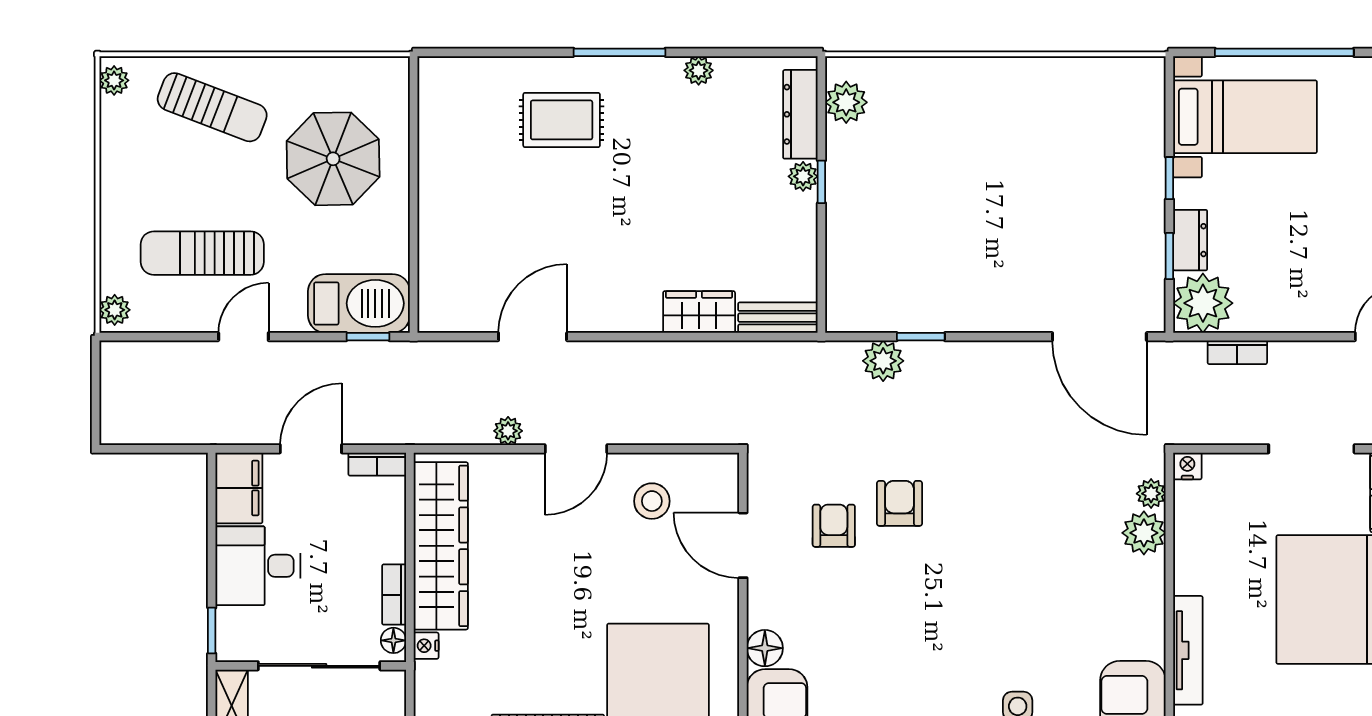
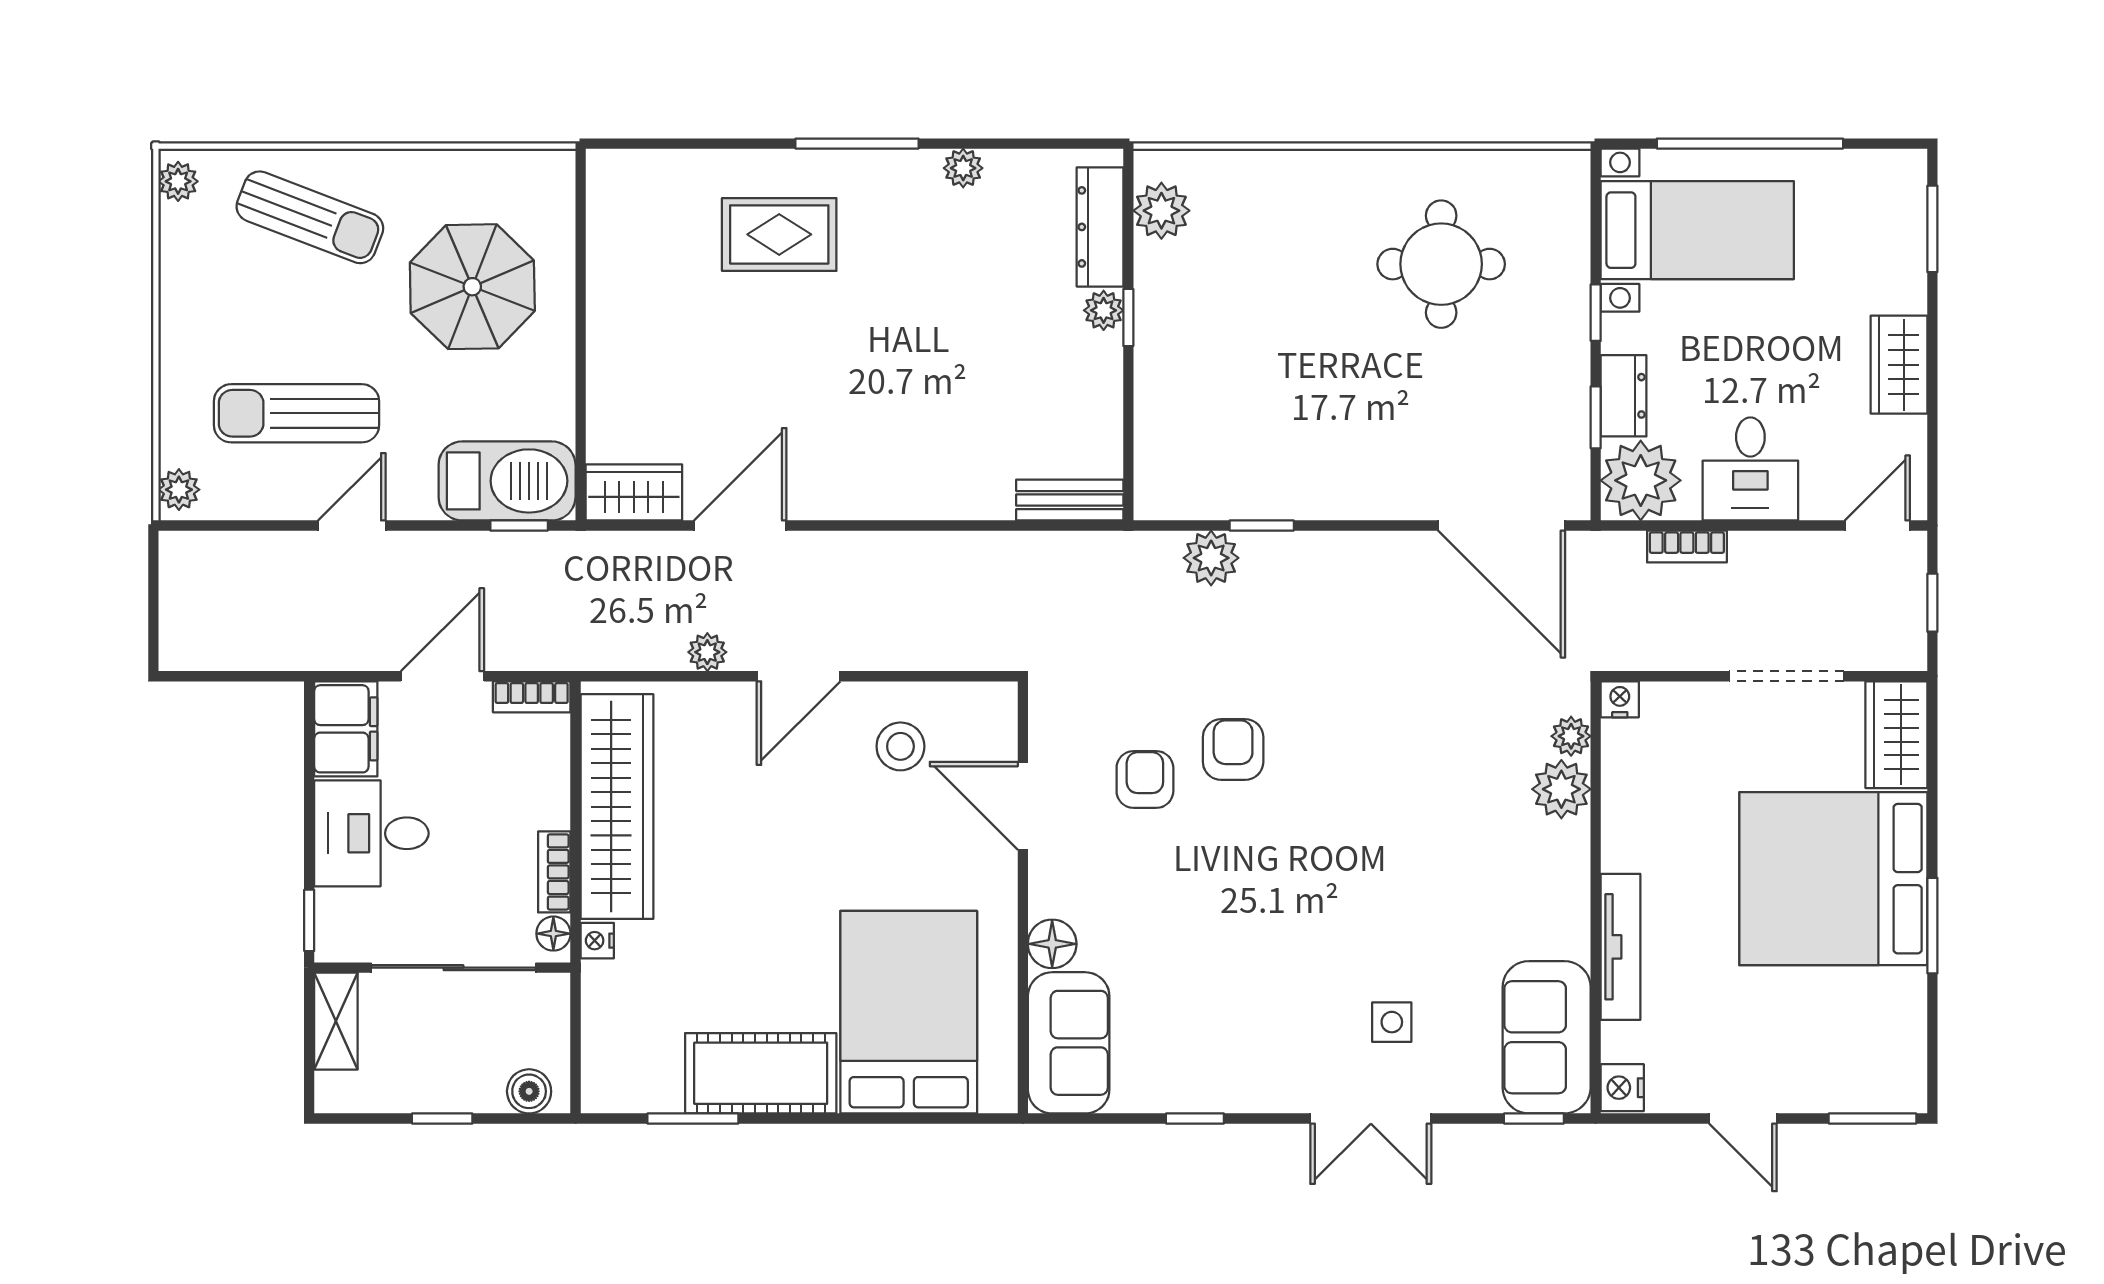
round table: (1054, 142) -> (1441, 264), added
desk: (1285, 295) -> (1750, 469), added
wardrobe: (699, 312) -> (634, 492), moved

